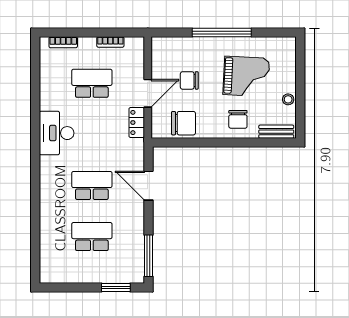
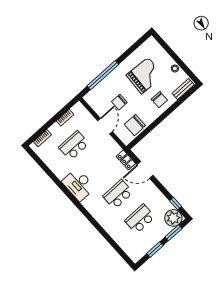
window: (222, 32) -> (103, 75), moved
locker: (137, 123) -> (126, 160), moved
chair: (183, 123) -> (135, 125), turned 180
window: (149, 256) -> (175, 204), width x0.46
plant: (131, 270) -> (173, 218), added
window: (77, 287) -> (155, 250), added

